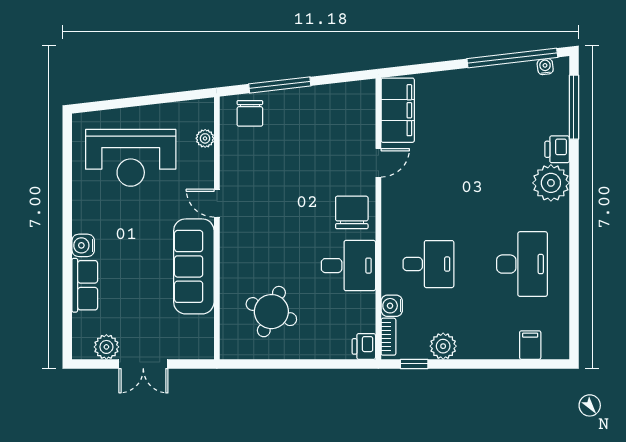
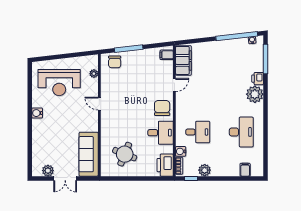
filing cabinet: (361, 98) -> (167, 55), added
water cooler: (83, 245) -> (37, 113), moved
sofa: (194, 266) -> (89, 154), moved
row of seats: (85, 285) -> (38, 142), removed
printer: (364, 346) -> (165, 165), width x1.87, depth x1.48

